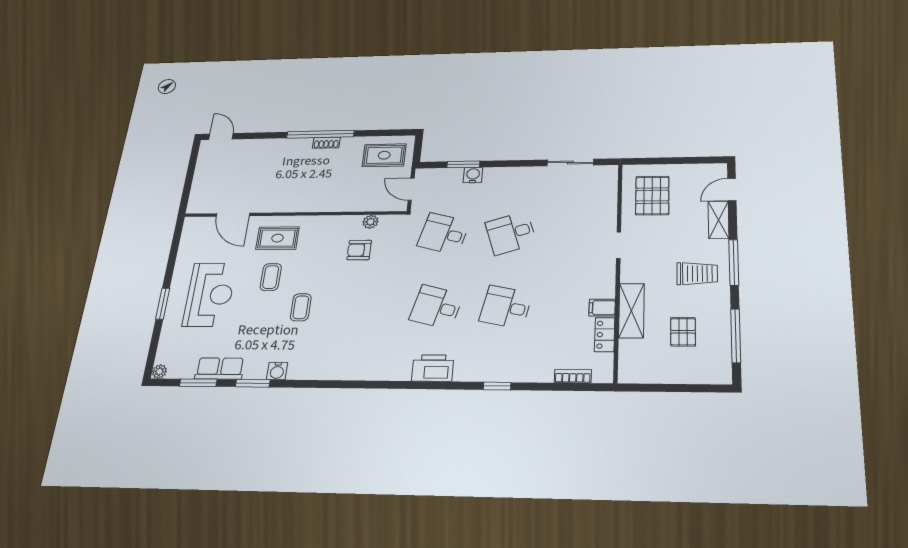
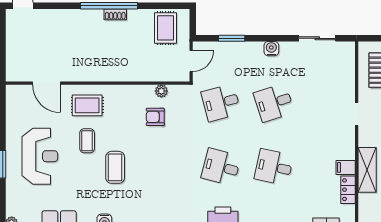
rug: (384, 155) -> (166, 28), turned 90
water cooler: (473, 175) -> (271, 49), moved
door: (411, 189) -> (191, 61), swing flipped
desk: (444, 234) -> (221, 103), turned -30
coffee table: (301, 307) -> (115, 167), width x1.36, depth x1.30

